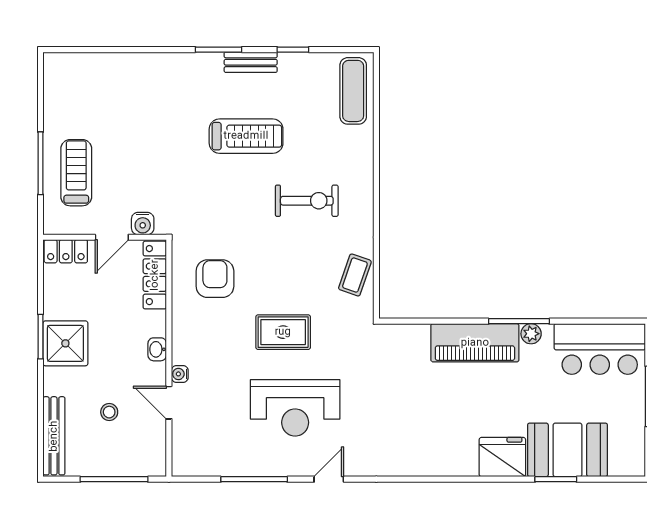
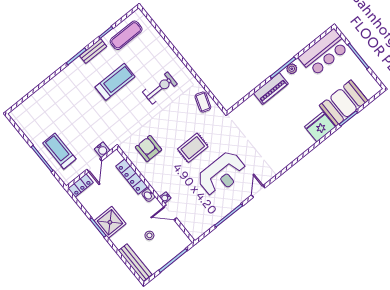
exercise mat: (353, 91) -> (126, 35), moved, turned 90
locker: (155, 275) -> (132, 177), moved
piano: (475, 343) -> (271, 88), width x0.73, depth x0.75

